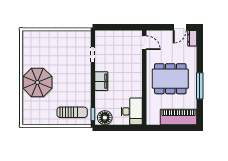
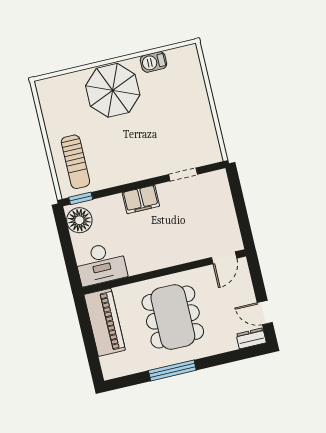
barbecue: (27, 56) -> (154, 62), added
piano: (179, 117) -> (105, 322), moved

